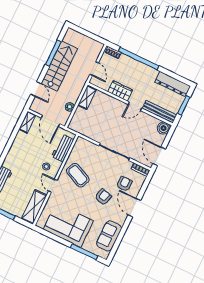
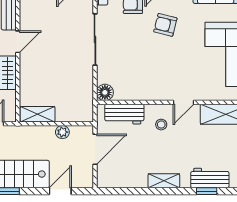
door: (135, 106) -> (18, 42), hinge flipped
shelving: (27, 122) -> (164, 181), moved
floor lamp: (81, 143) -> (105, 92), added
coffee table: (78, 175) -> (152, 75), removed

